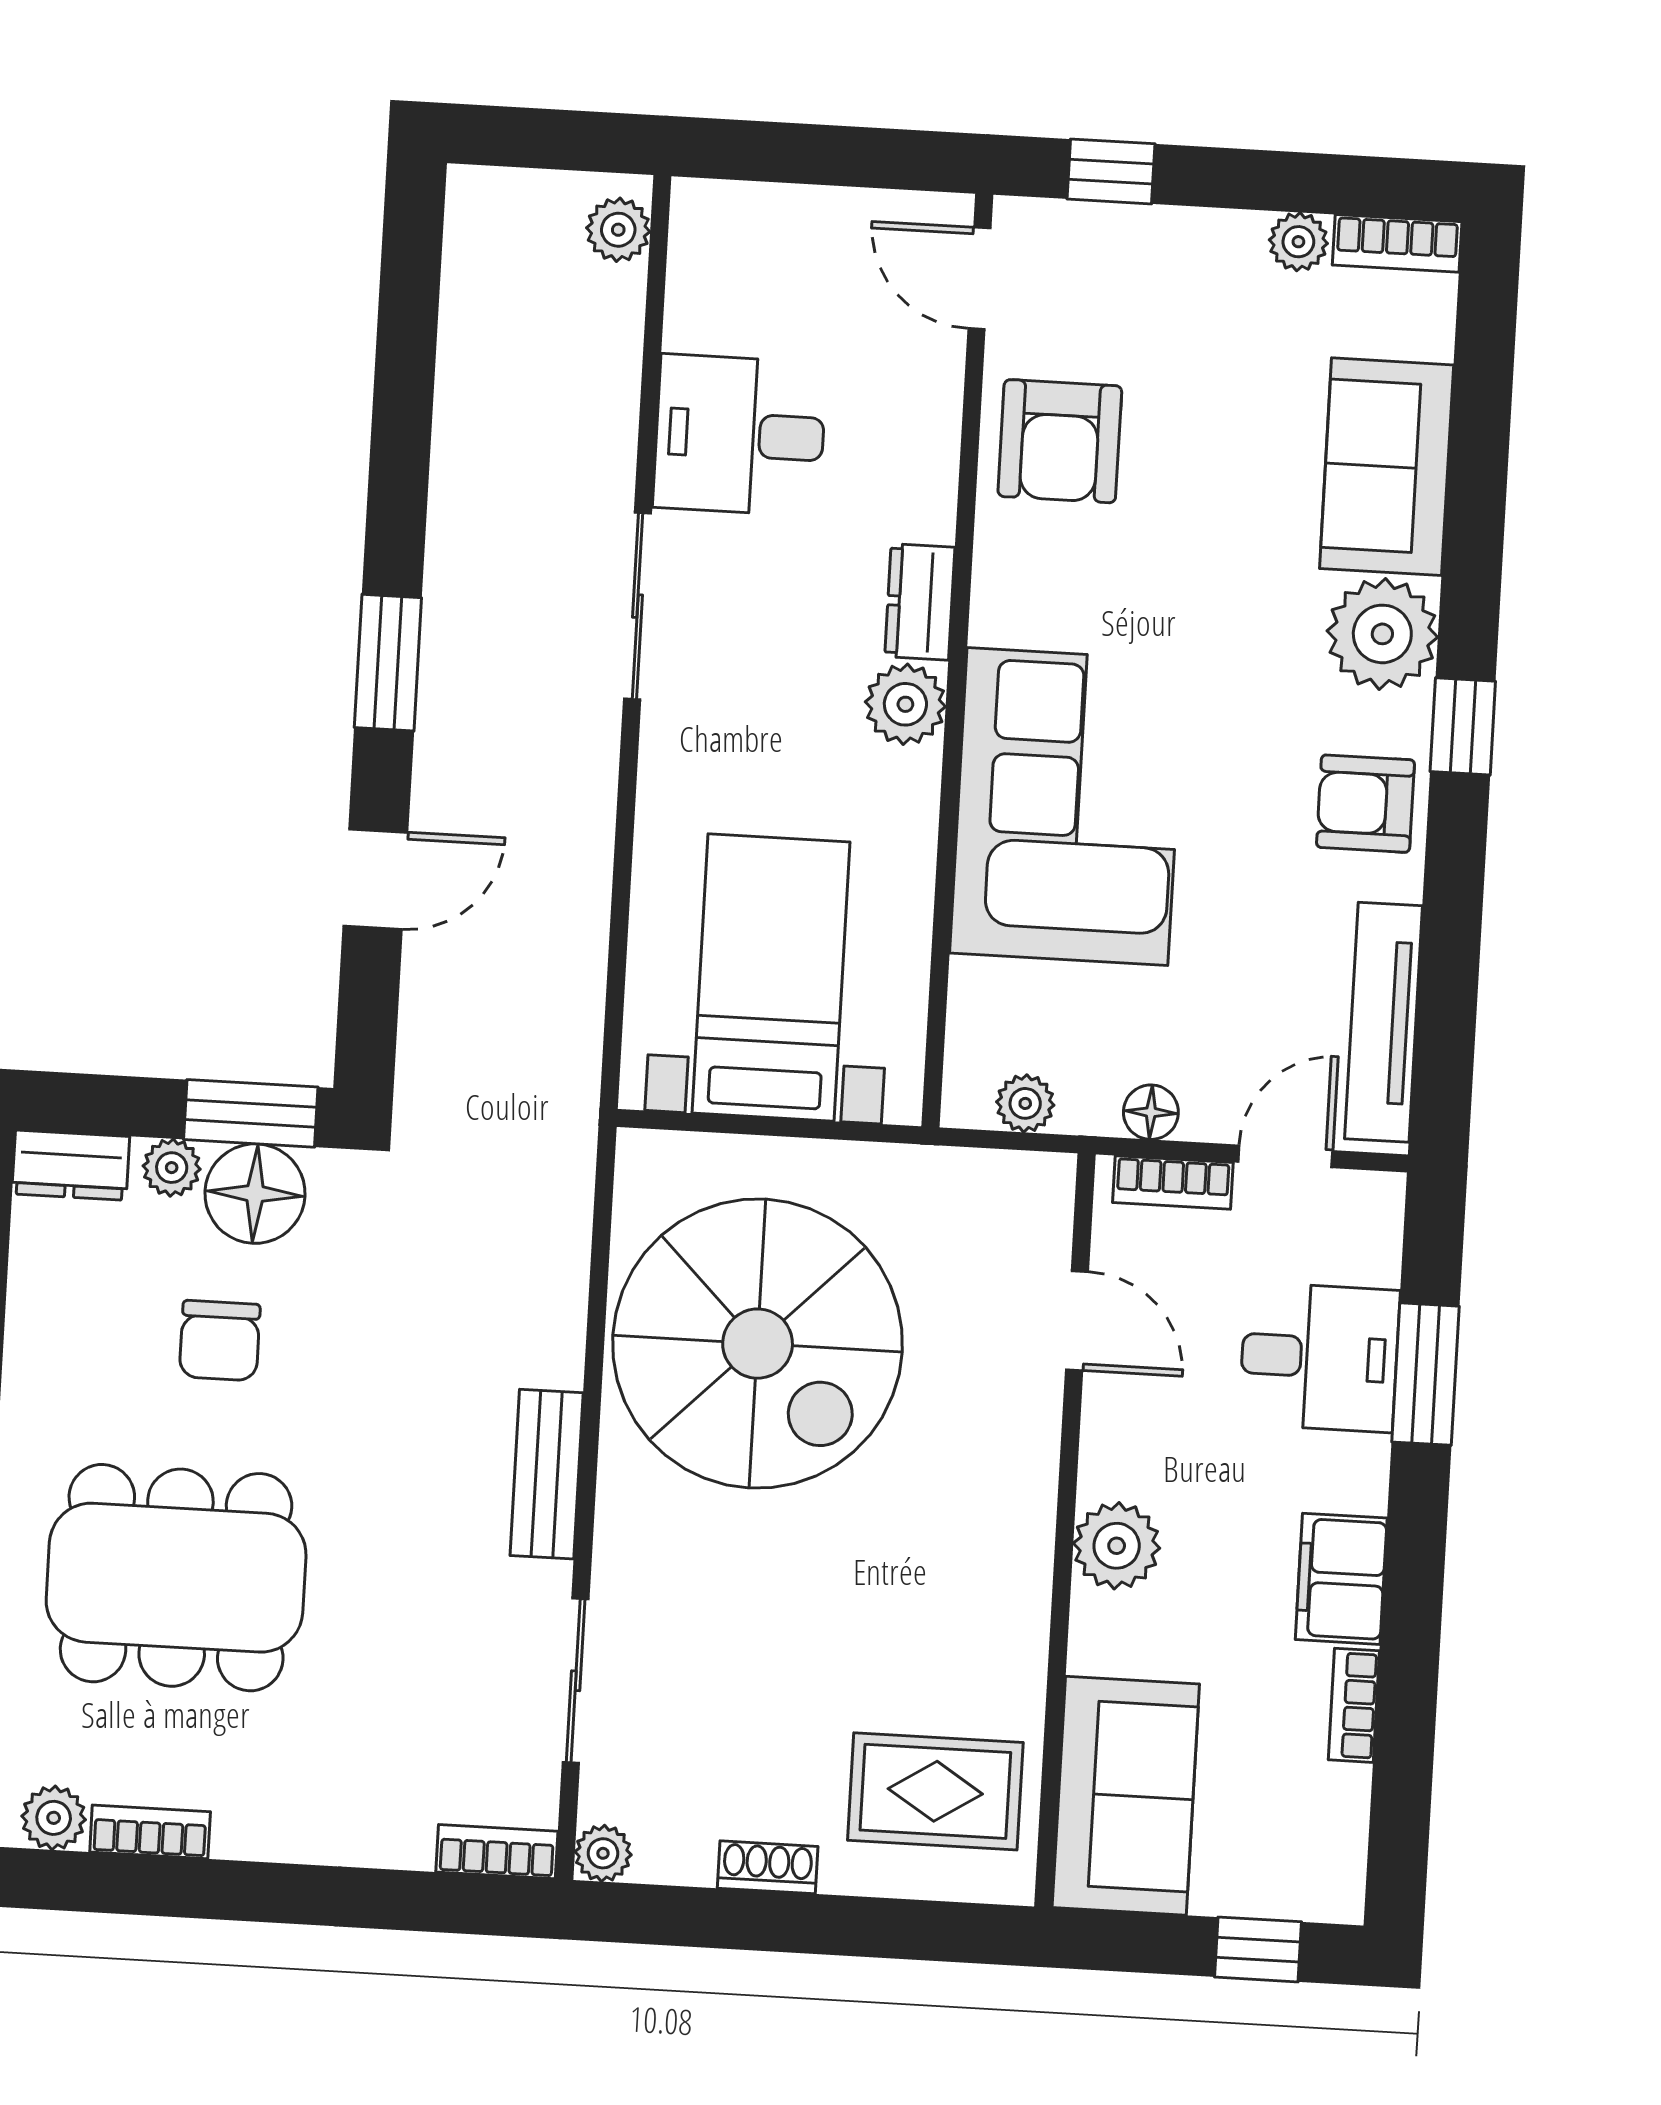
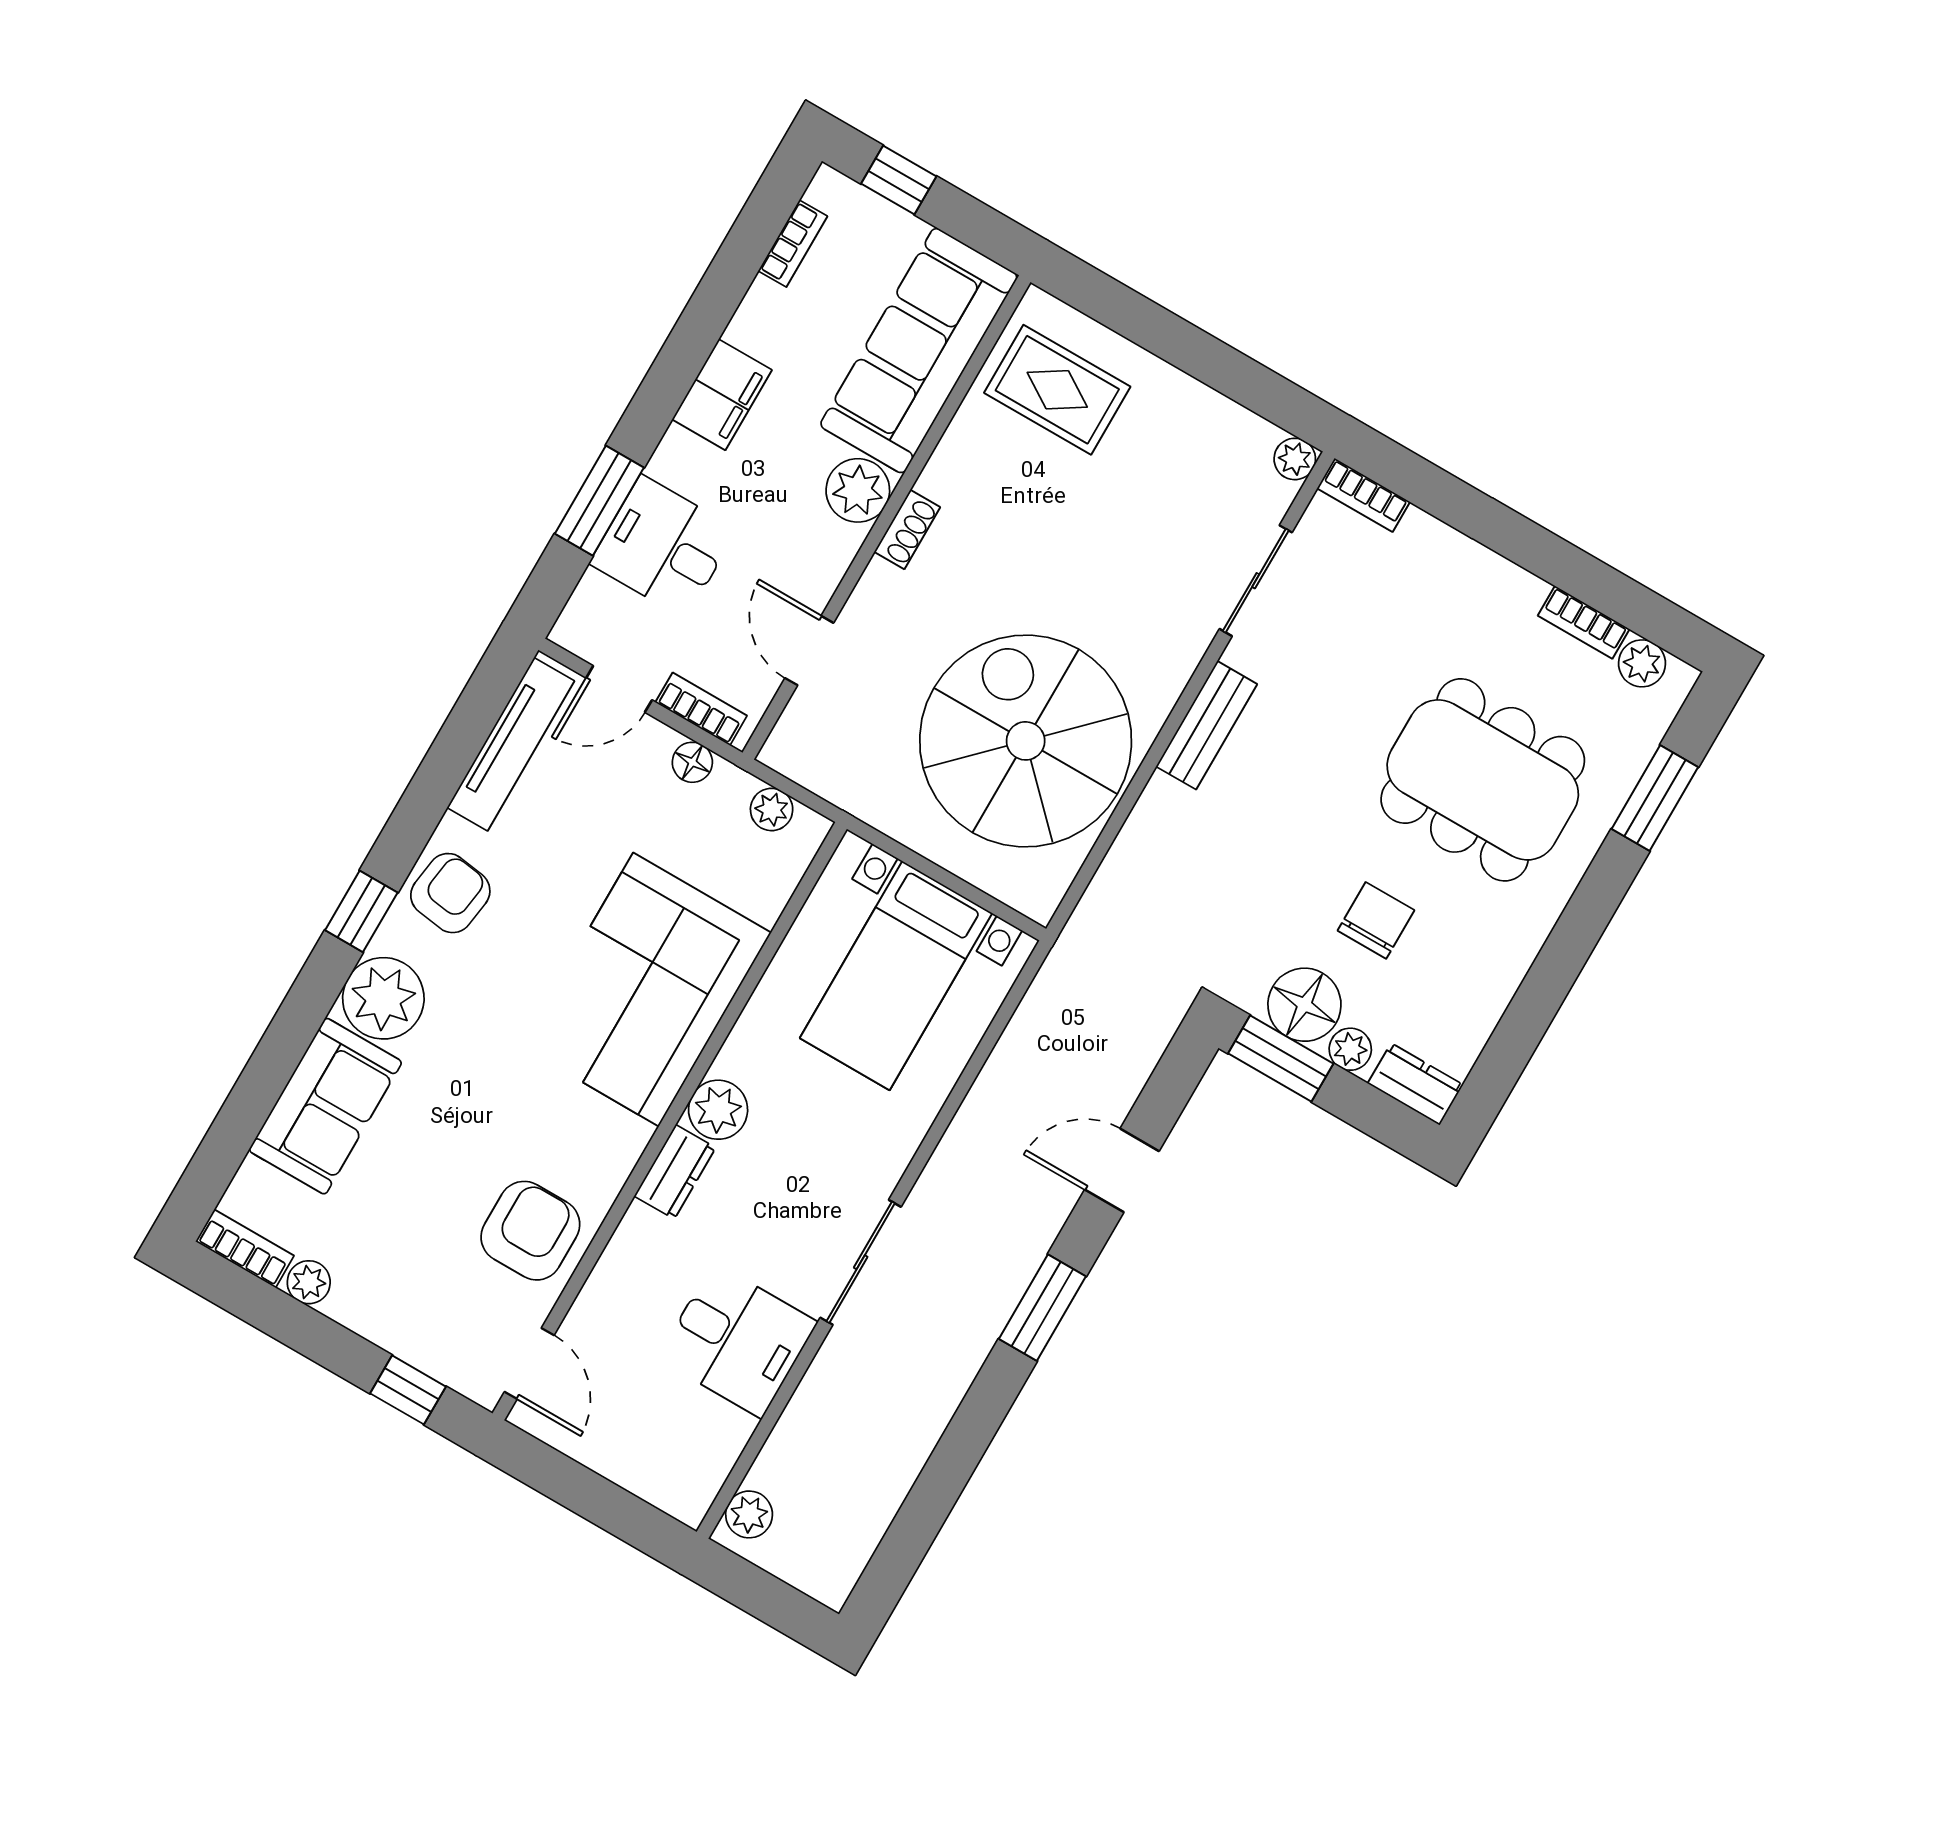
armchair: (1365, 804) -> (450, 893), turned -82
bookcase: (1354, 1705) -> (793, 244), moved
sofa: (1126, 1796) -> (919, 351), width x1.36
shoe rack: (768, 1867) -> (907, 530), moved, turned -90

